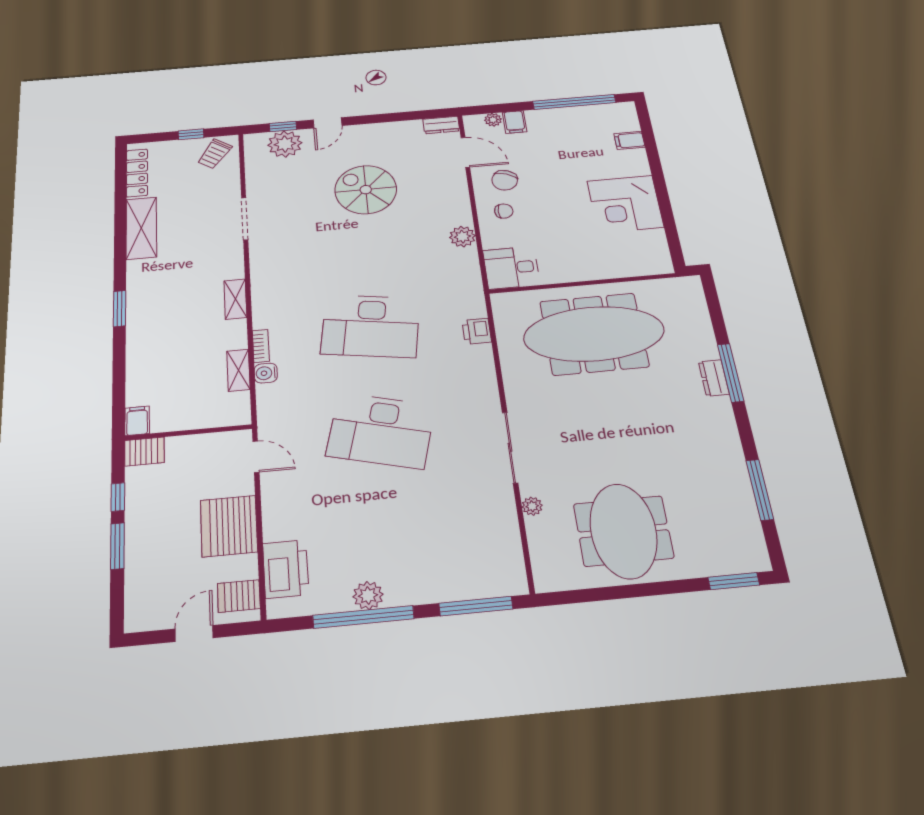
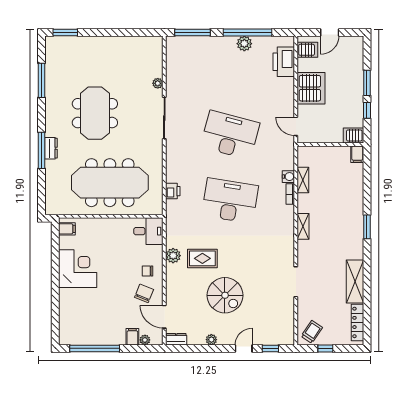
filing cabinet: (629, 140) -> (67, 229), moved
plant: (285, 144) -> (211, 340), moved, width x0.53, depth x0.53
rug: (411, 237) -> (202, 258), added
meeting table: (623, 531) -> (95, 113), moved

